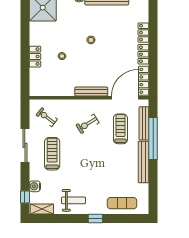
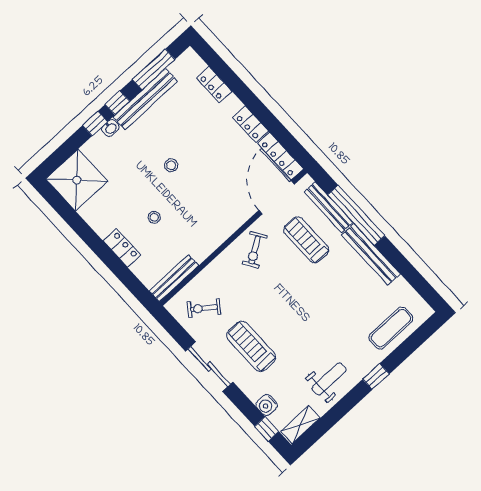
locker: (143, 33) -> (214, 85), moved
bench: (91, 91) -> (174, 278), moved
exercise bike: (88, 124) -> (255, 250), moved

